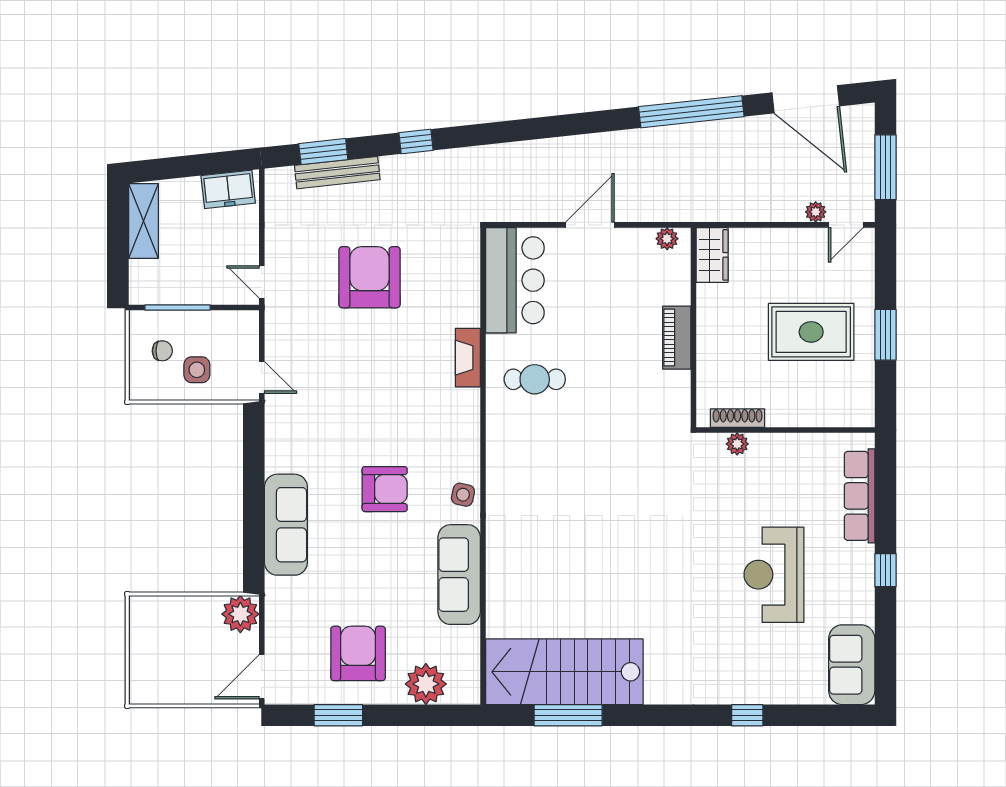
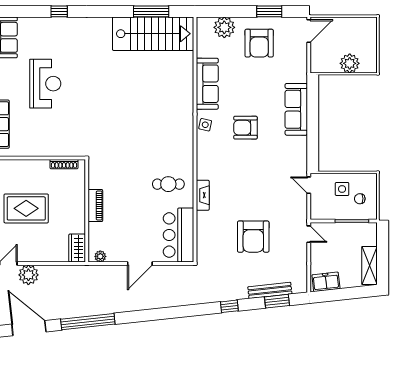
plant: (816, 212) -> (28, 275), width x1.87, depth x1.87
plant: (737, 444) -> (64, 151), removed
plant: (240, 614) -> (350, 63), moved

